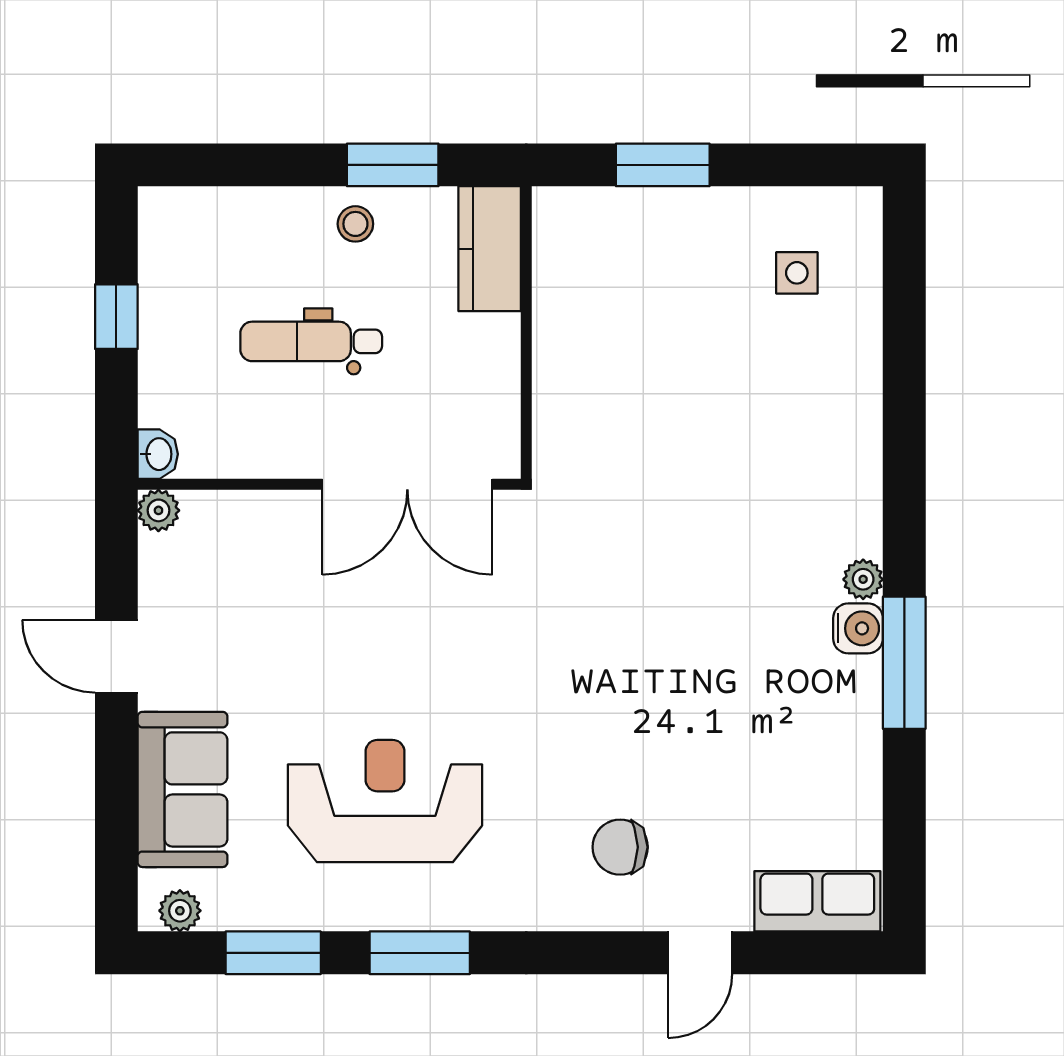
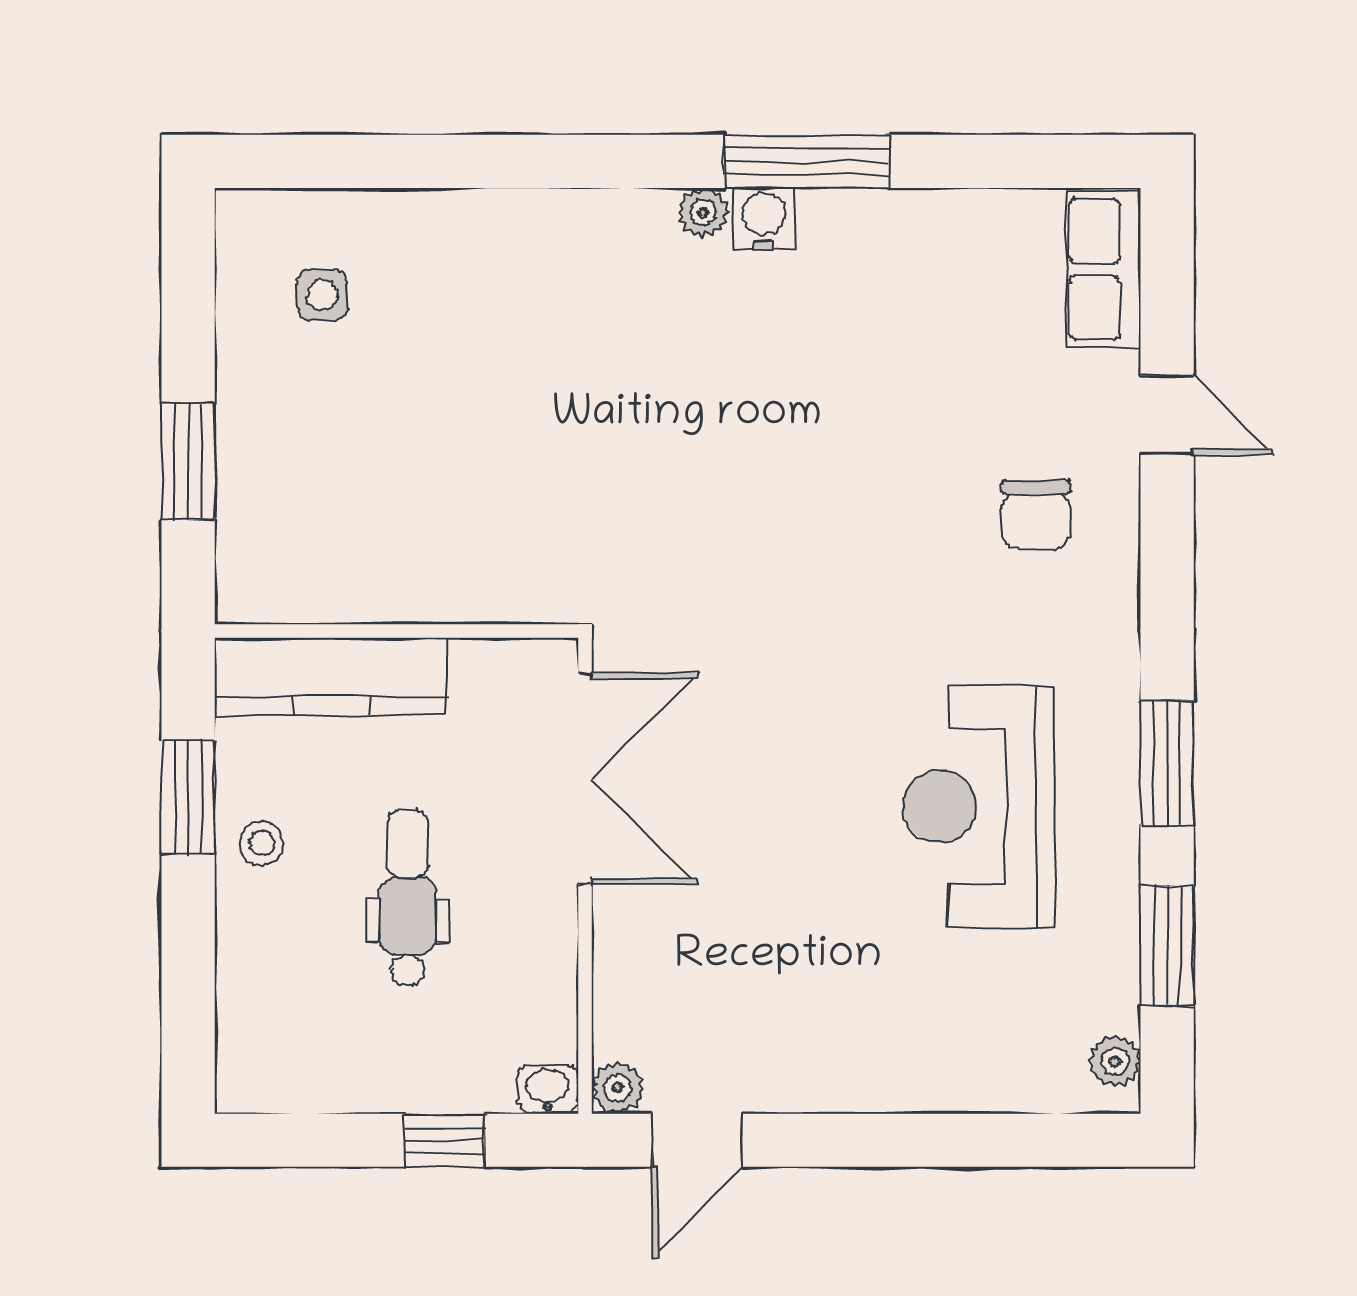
kitchen counter: (490, 249) -> (331, 676), width x1.50
window: (116, 317) -> (444, 1140), moved
dental chair: (311, 341) -> (407, 898), turned 180
door: (116, 656) -> (697, 1140), moved
sofa: (182, 789) -> (964, 1058), removed

